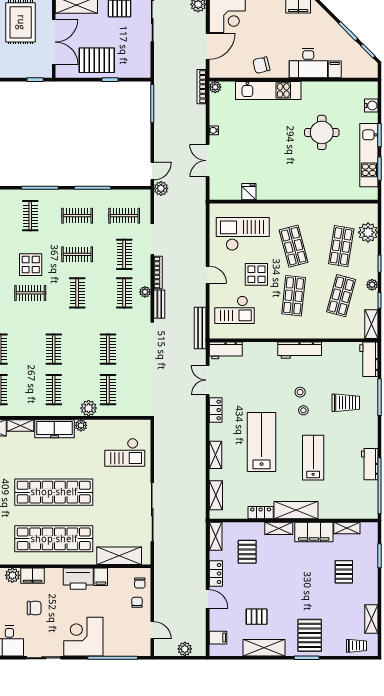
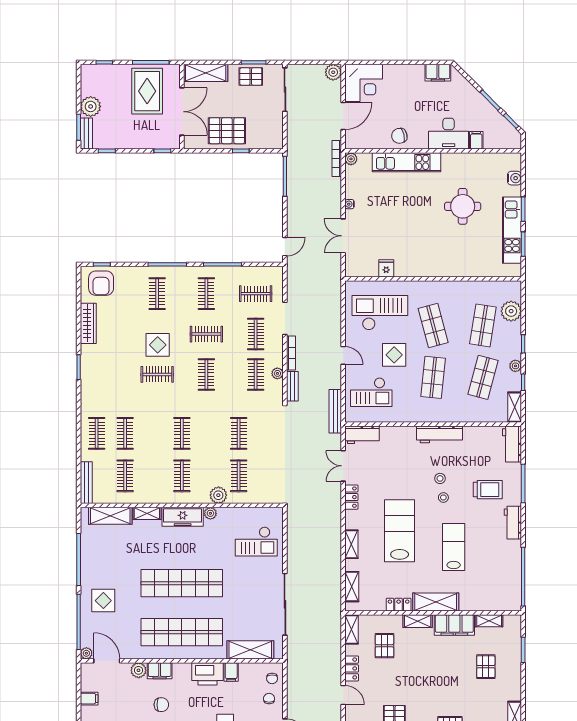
plant: (161, 188) -> (294, 265), removed
clothes rail: (77, 216) -> (206, 294), turned 90
workbench: (370, 464) -> (513, 523), moved

